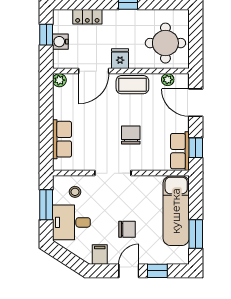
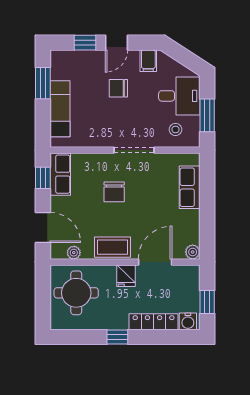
locker: (87, 17) -> (154, 322), width x1.53
water cooler: (60, 42) -> (188, 321), moved, turned 90
exam couch: (176, 211) -> (60, 109), width x0.73, depth x0.69

